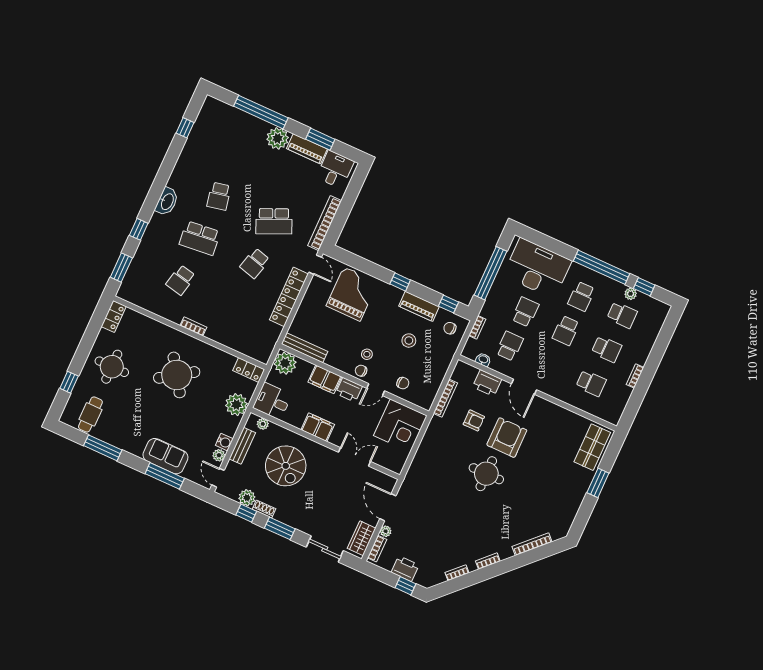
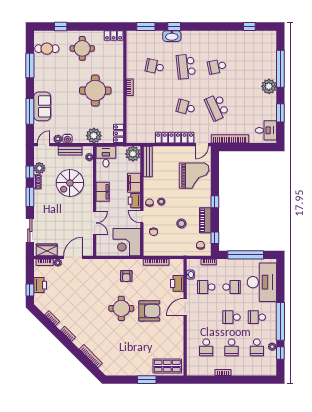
piano: (307, 149) -> (271, 107), removed
washbasin: (167, 202) -> (172, 36), moved
school desk: (510, 346) -> (206, 287), turned 180
round table: (177, 375) -> (95, 91), turned 34
armchair: (474, 420) -> (126, 276), moved

